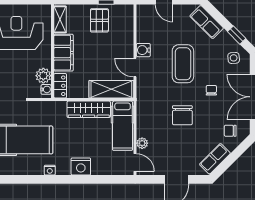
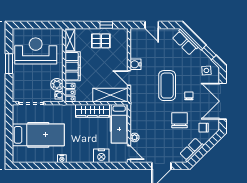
pallet: (99, 20) -> (101, 41), turned 90
coffee table: (183, 64) -> (167, 86), moved
chair: (182, 115) -> (180, 120), moved, turned 180
nightstand: (81, 167) -> (101, 156), moved

